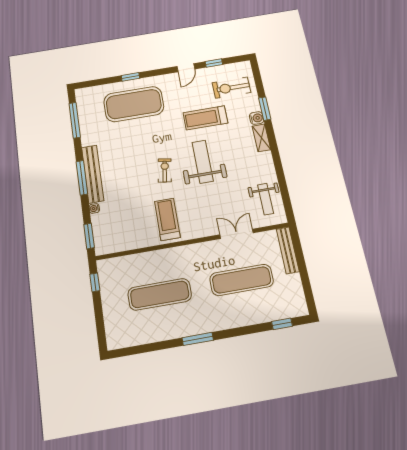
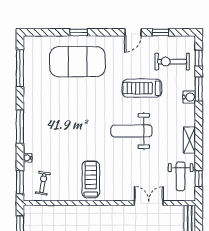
window: (258, 80) -> (199, 58), added
shelving: (261, 138) -> (189, 140), moved
weight bench: (203, 162) -> (132, 131), turned -90
exercise bike: (165, 170) -> (43, 183), moved
bench: (93, 174) -> (30, 125), removed
window: (286, 198) -> (199, 179), added

